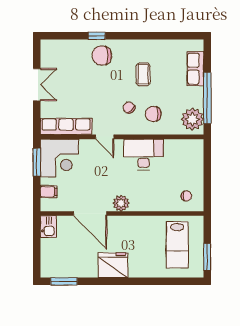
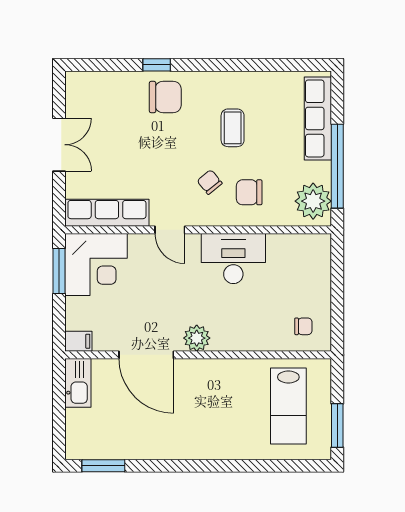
chair: (102, 56) -> (165, 97), turned 180
row of seats: (195, 69) -> (318, 118), width x1.48
filing cabinet: (49, 192) -> (78, 341), moved
kitchen sink: (48, 227) -> (78, 383), width x1.38
fridge: (113, 265) -> (184, 439), removed

